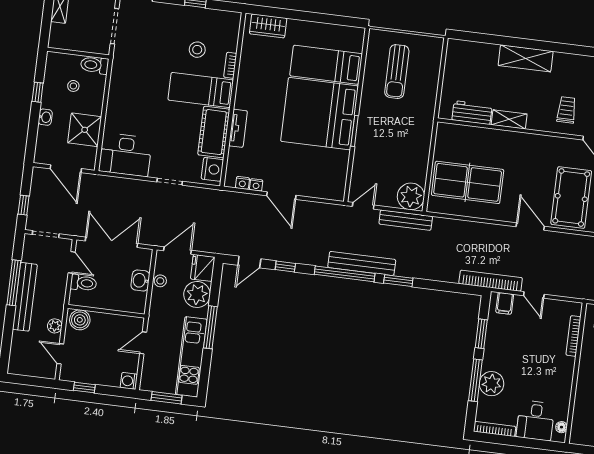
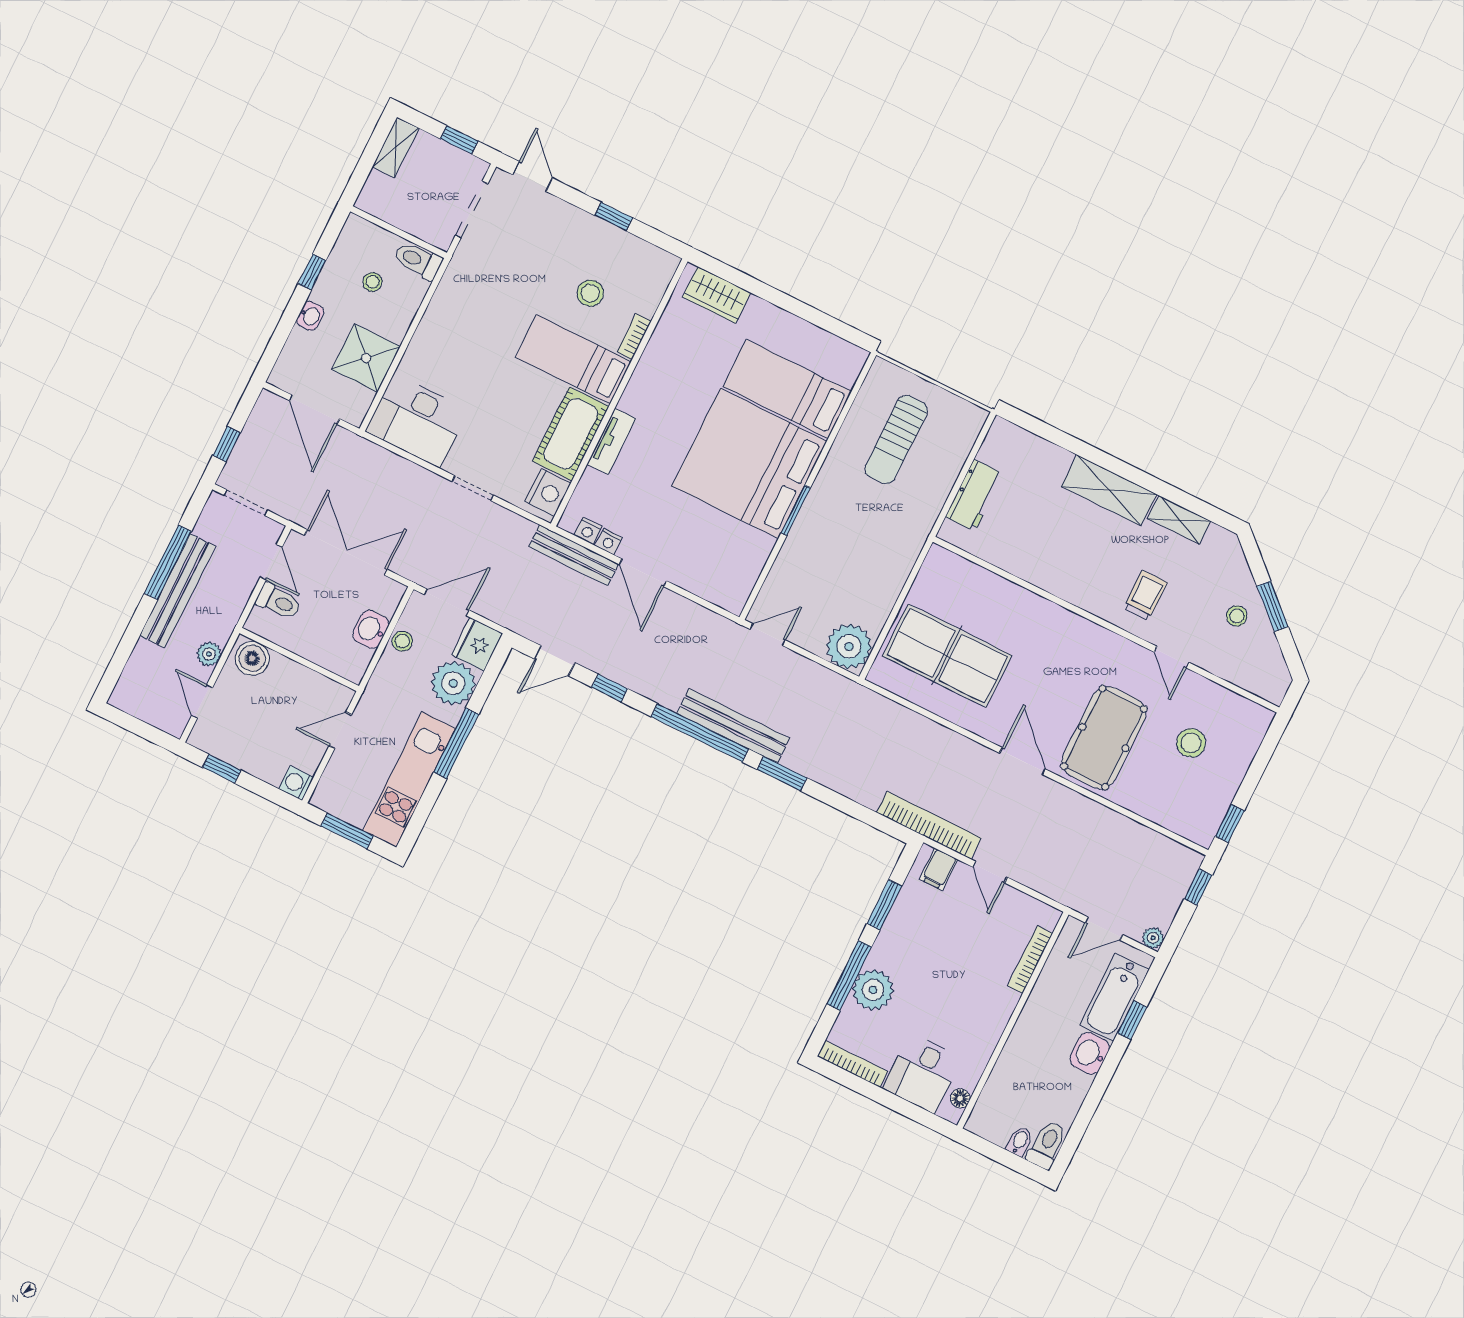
workbench: (472, 113) -> (974, 495), moved, turned 90
shelving: (509, 119) -> (1179, 520), moved
bench: (406, 220) -> (574, 555), moved

